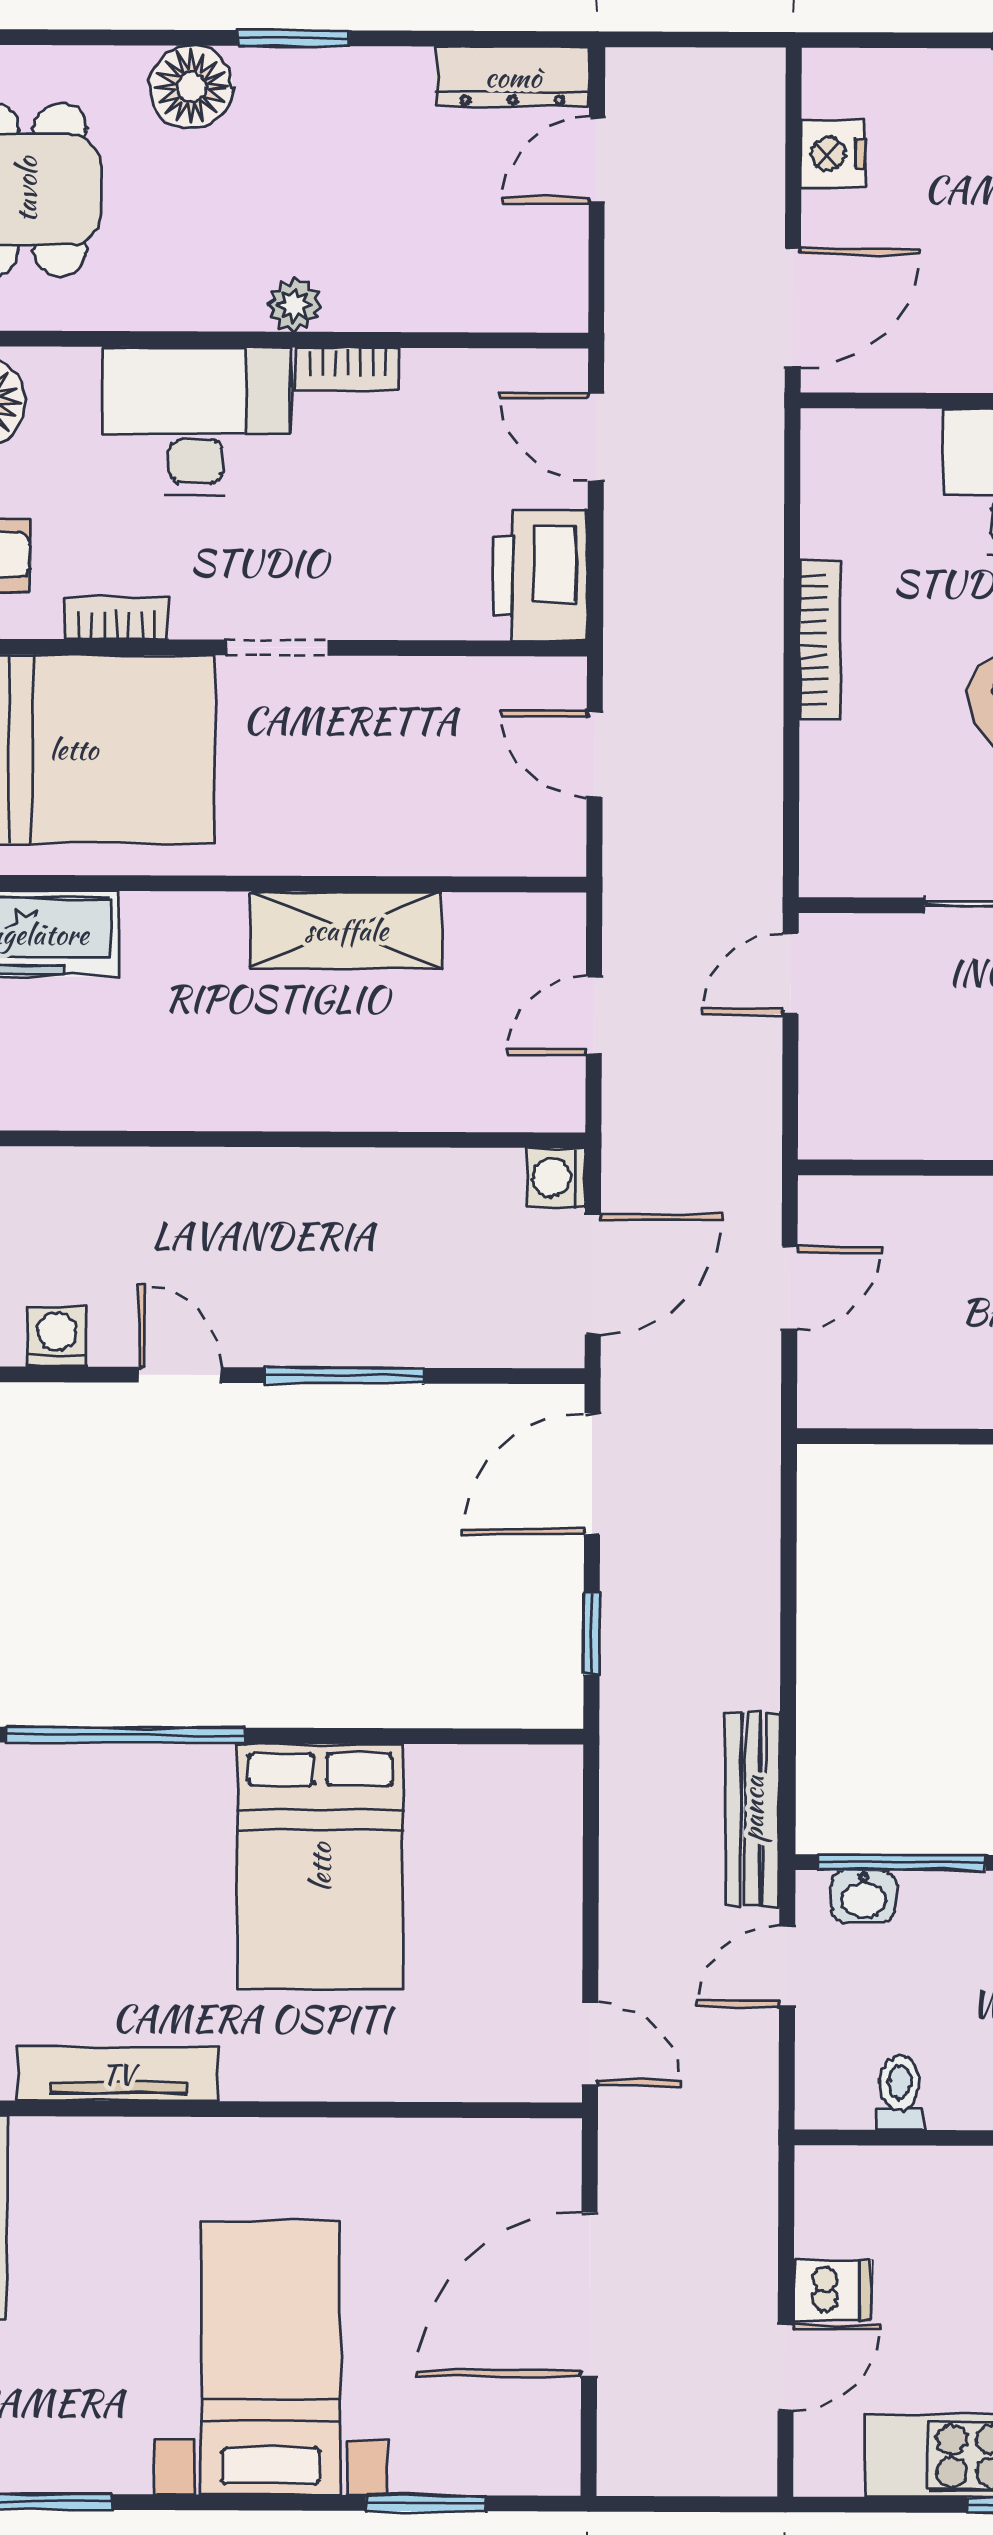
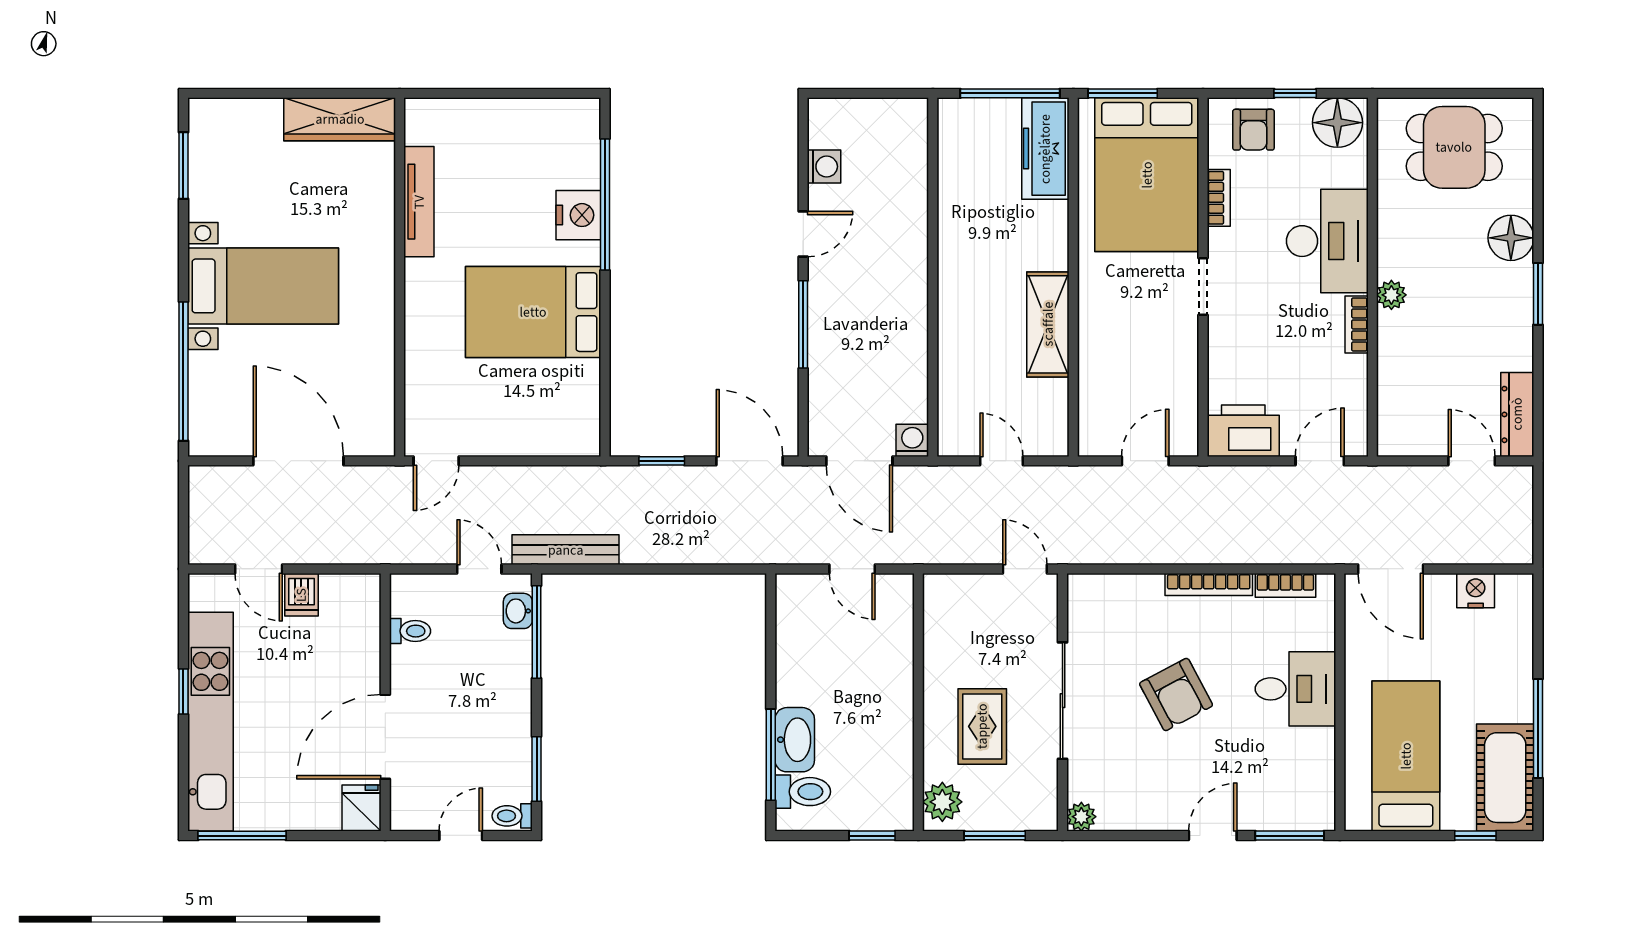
bookcase: (822, 500) -> (1285, 585), added
nightstand: (144, 1784) -> (578, 215), added
window: (426, 2503) -> (183, 371), width x2.11

